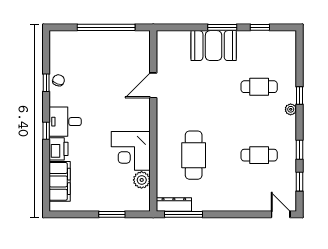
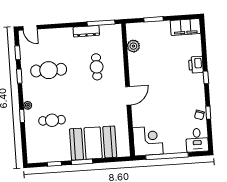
booth: (214, 46) -> (93, 143), width x1.36, depth x1.42
door: (153, 85) -> (128, 96), moved
desk: (65, 122) -> (197, 140), moved, turned 90
corner desk: (131, 151) -> (148, 141), moved
cafe table: (194, 155) -> (97, 67), width x0.73, depth x0.74
cafe table: (259, 155) -> (49, 70), width x1.37, depth x1.35
filing cabinet: (60, 181) -> (185, 27), moved, turned -90
dresser: (174, 205) -> (86, 31), moved

